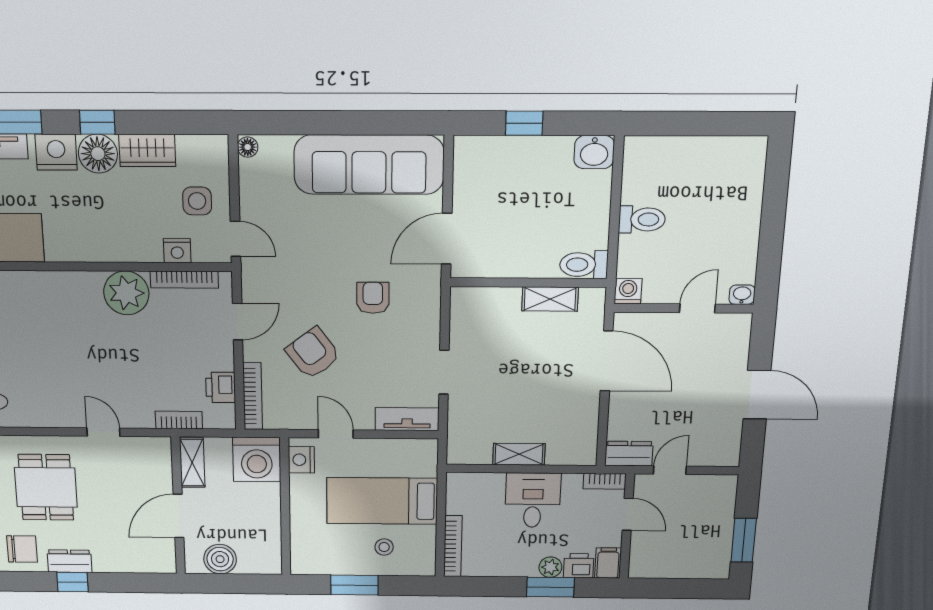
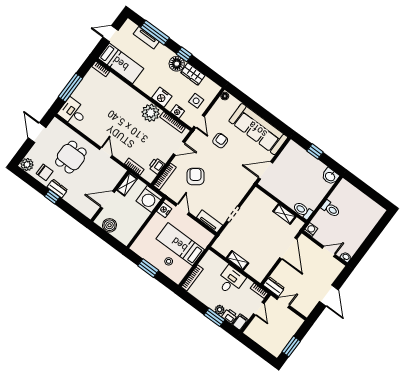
nightstand: (56, 152) -> (162, 97), moved, turned 180
armchair: (373, 298) -> (220, 141), moved

